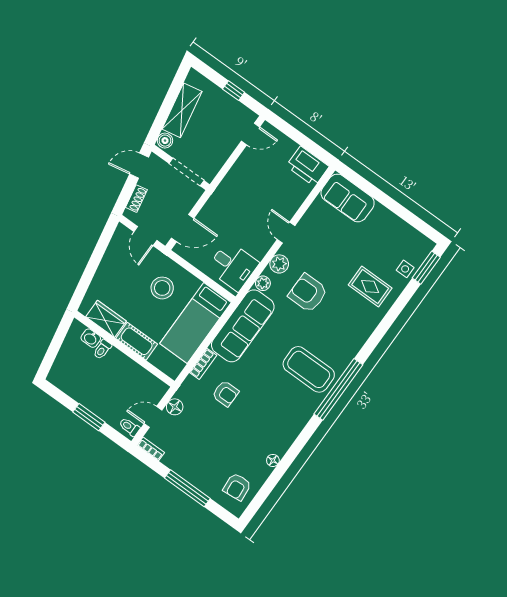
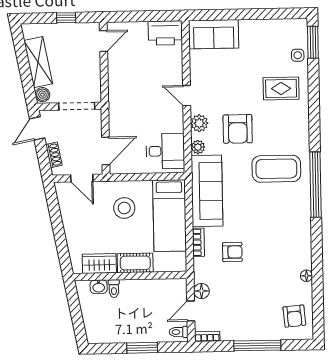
armchair: (308, 293) -> (238, 129), turned -90
coffee table: (309, 369) -> (276, 169), moved

